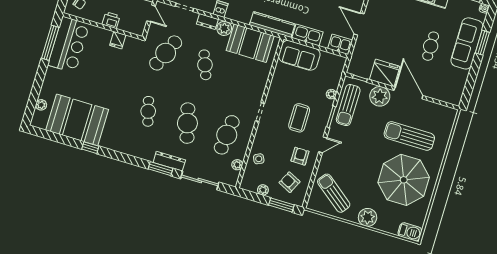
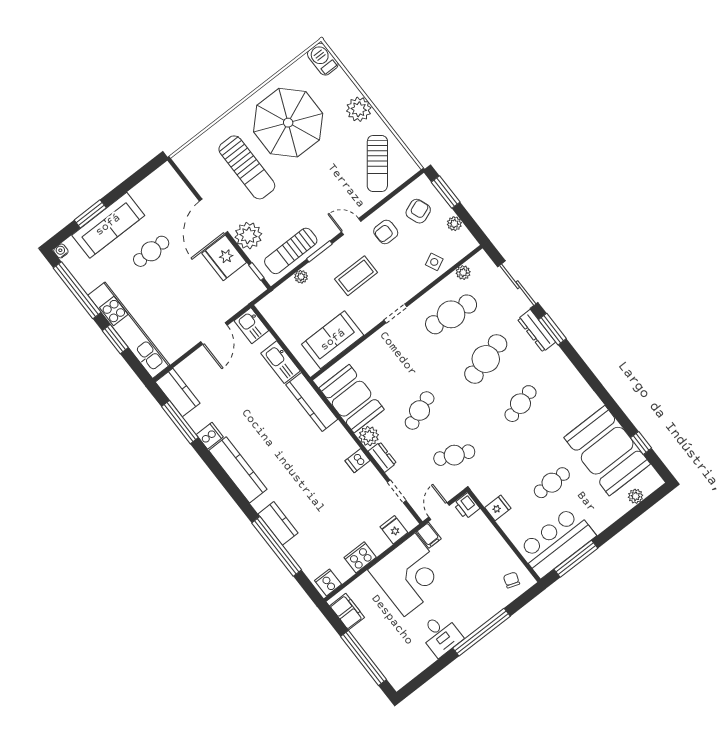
printer: (111, 20) -> (466, 506), moved
cafe table: (166, 53) -> (454, 455), width x0.73, depth x0.74
sofa: (299, 55) -> (333, 340), moved, turned -90
cafe table: (96, 78) -> (552, 483), added
sun lounger: (348, 105) -> (291, 251), turned 180
window: (90, 148) -> (641, 443), moved
armchair: (290, 182) -> (418, 211), turned -137

